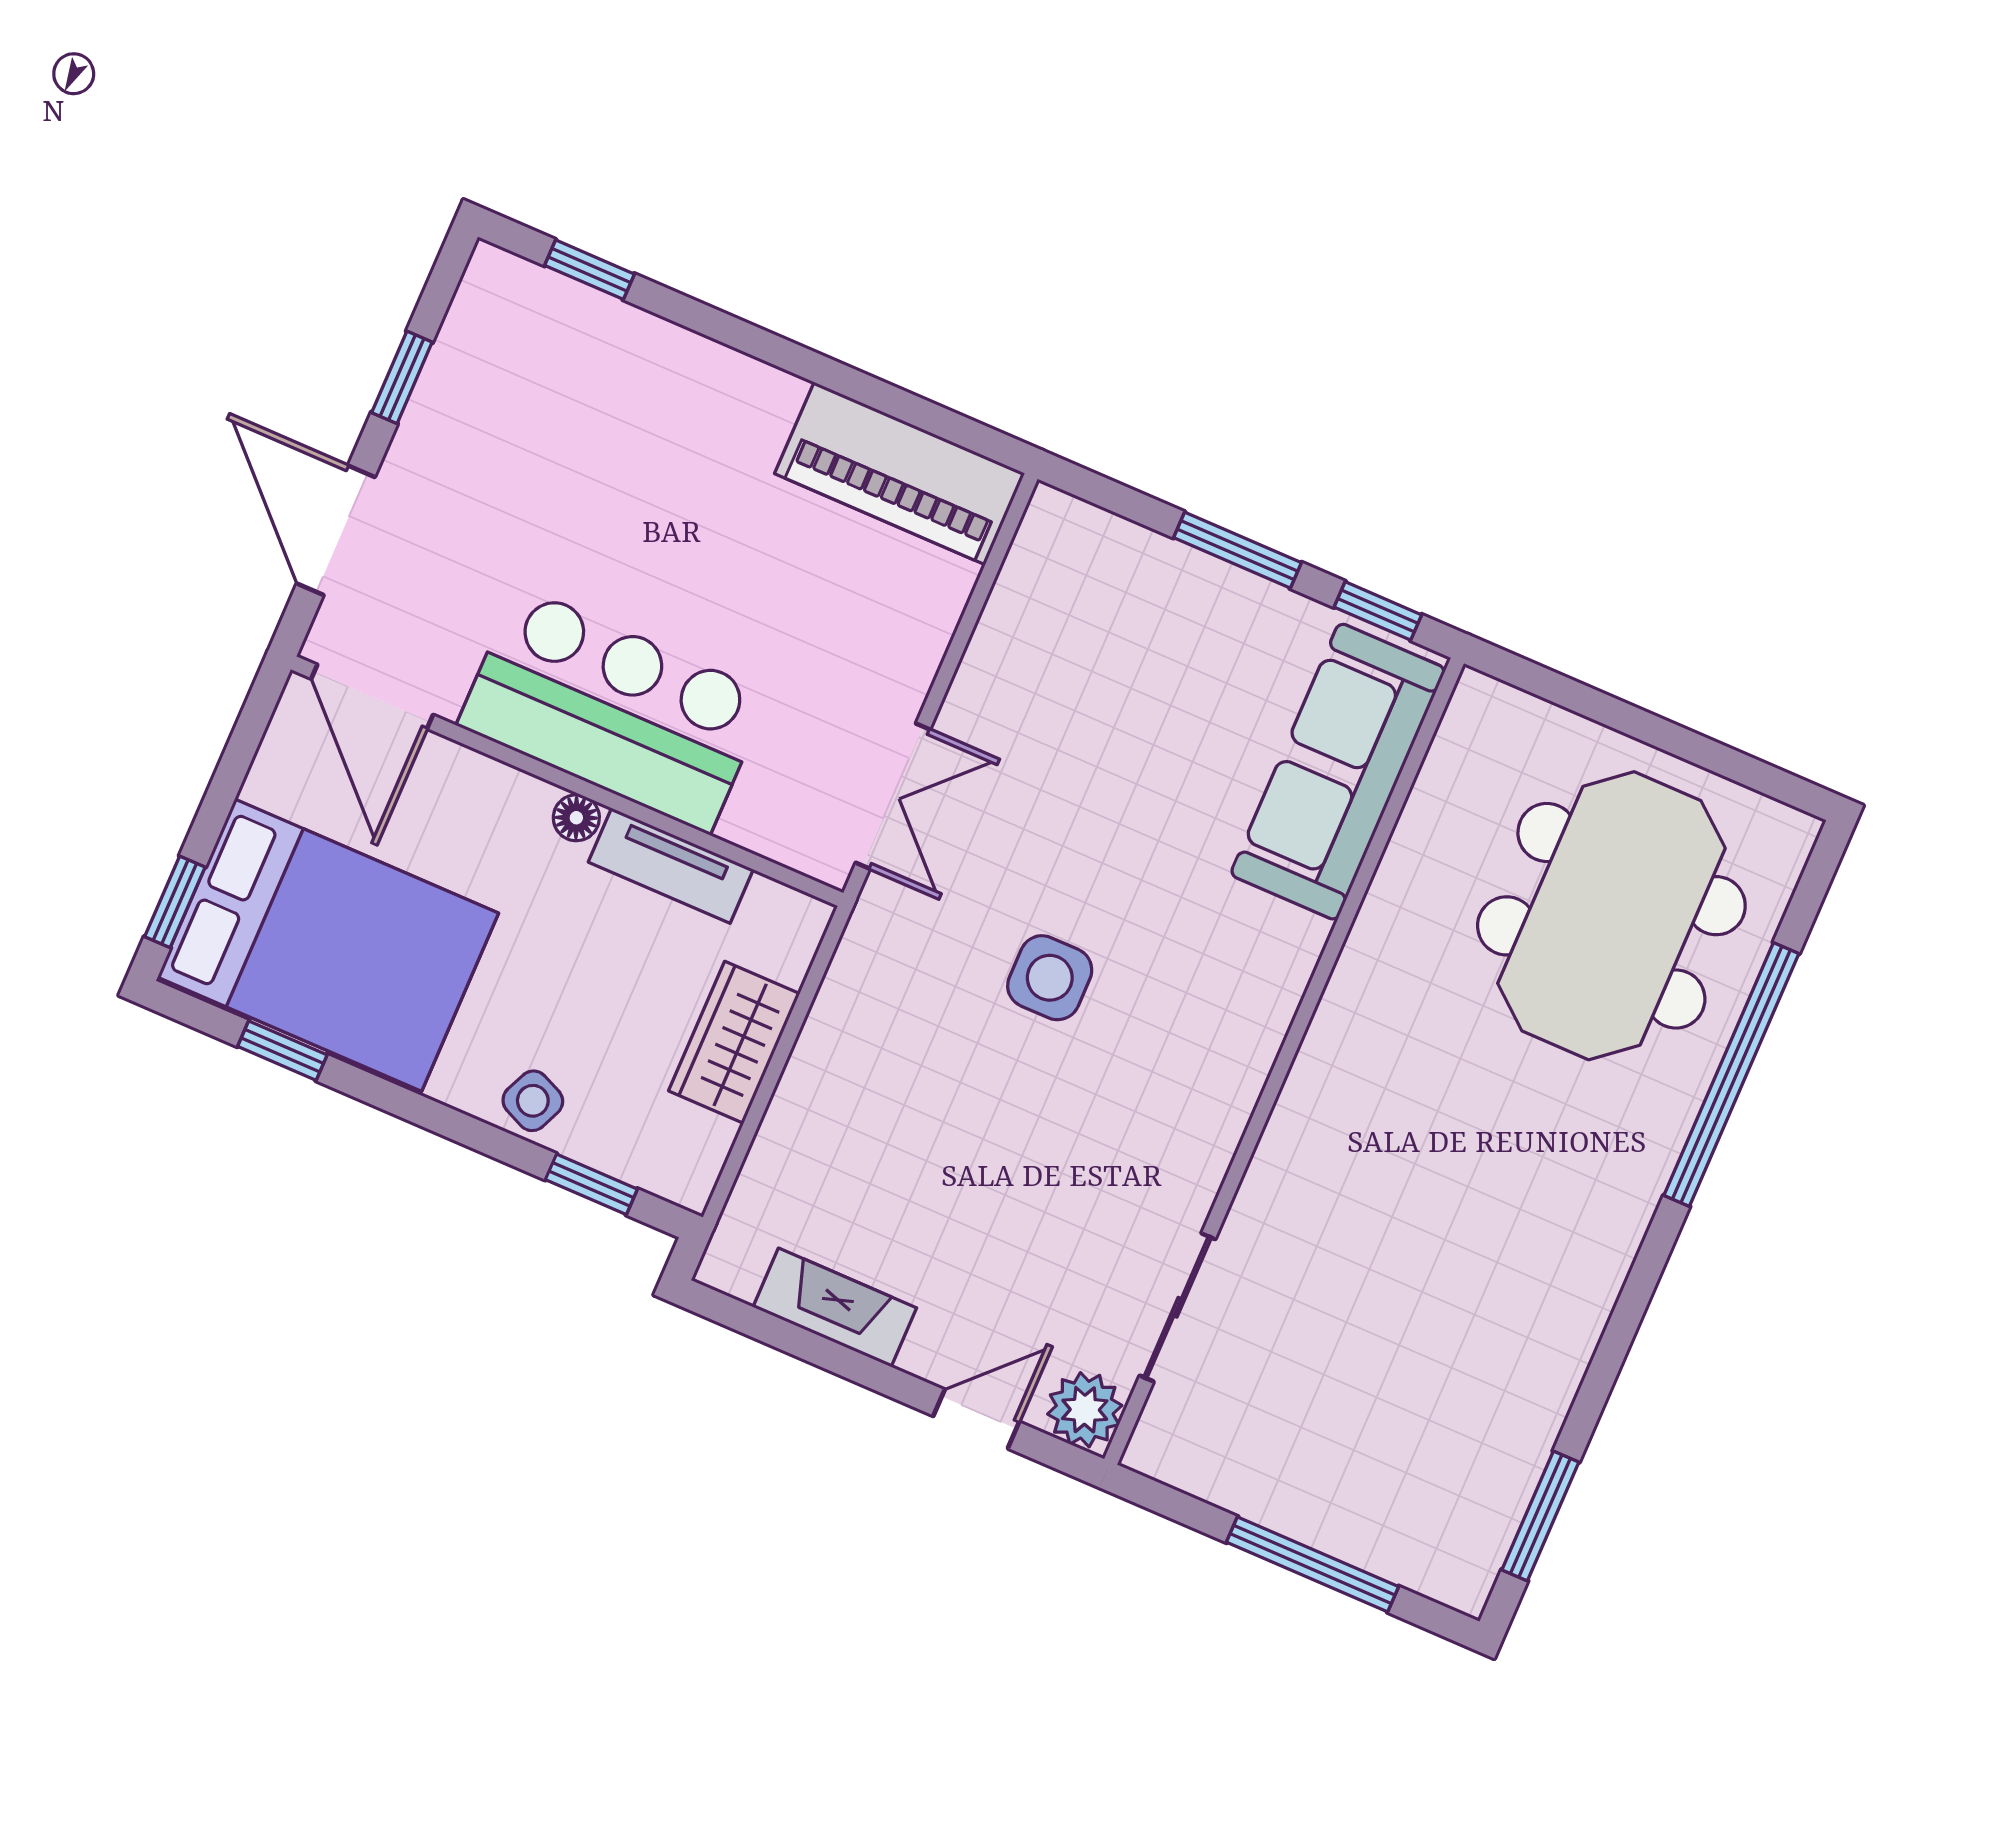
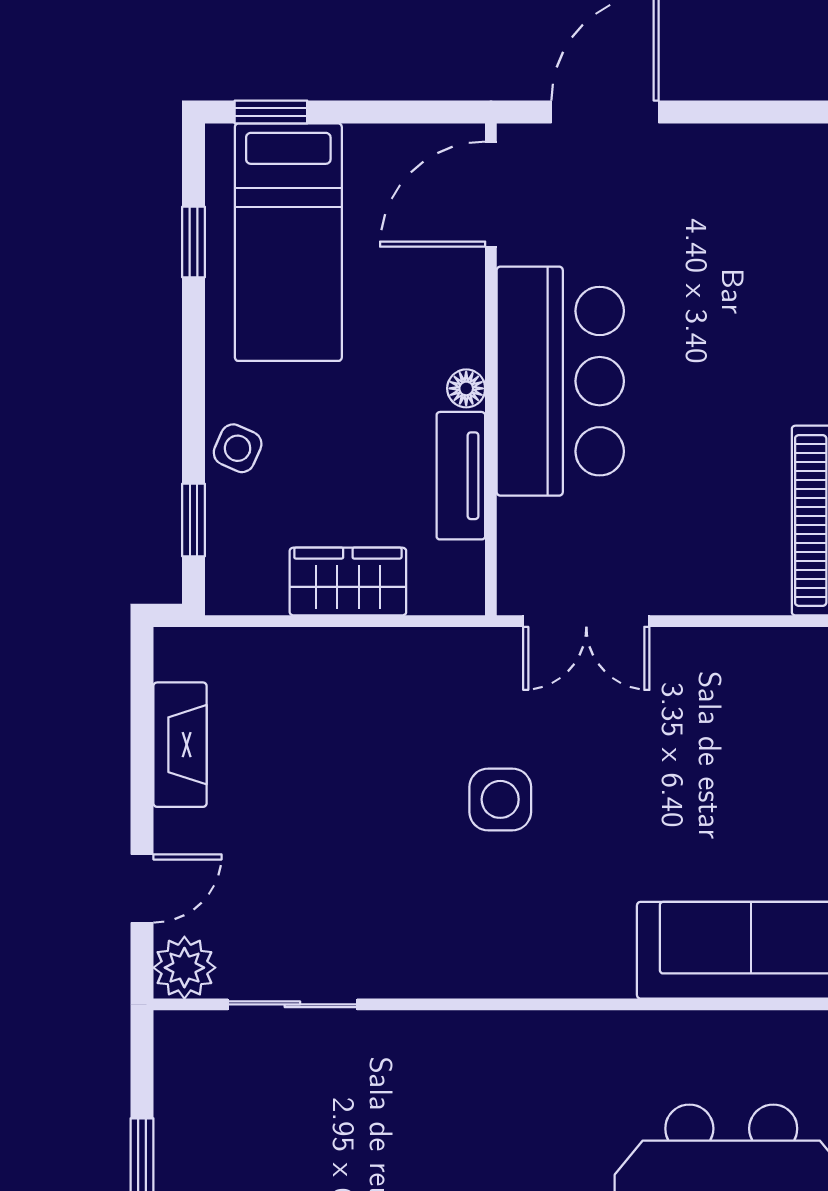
window: (402, 377) -> (743, 112), removed
bed: (328, 945) -> (288, 242), width x0.67
door: (976, 1419) -> (142, 888), hinge flipped

